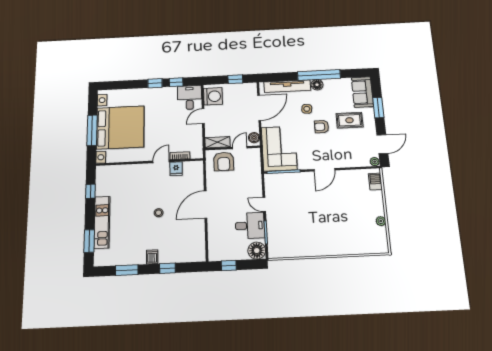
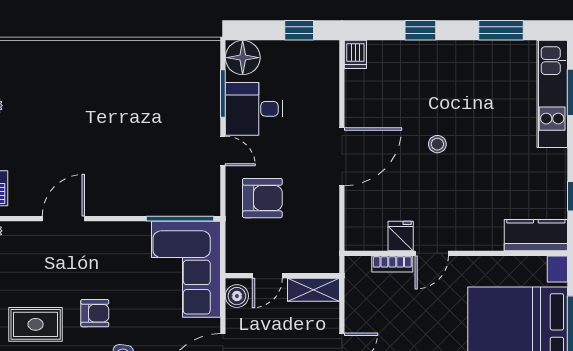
armchair: (224, 161) -> (262, 198), moved, turned 90
door: (324, 170) -> (63, 219), moved
kitchen counter: (111, 172) -> (536, 235), added
kitchen unit: (102, 222) -> (552, 94), moved
dishwasher: (152, 257) -> (355, 54), moved

